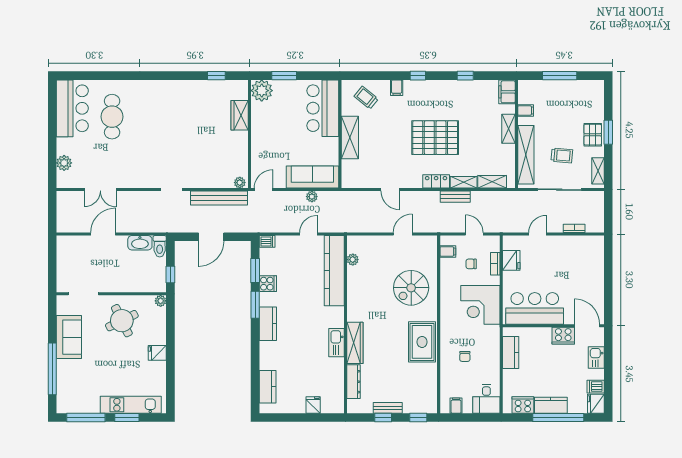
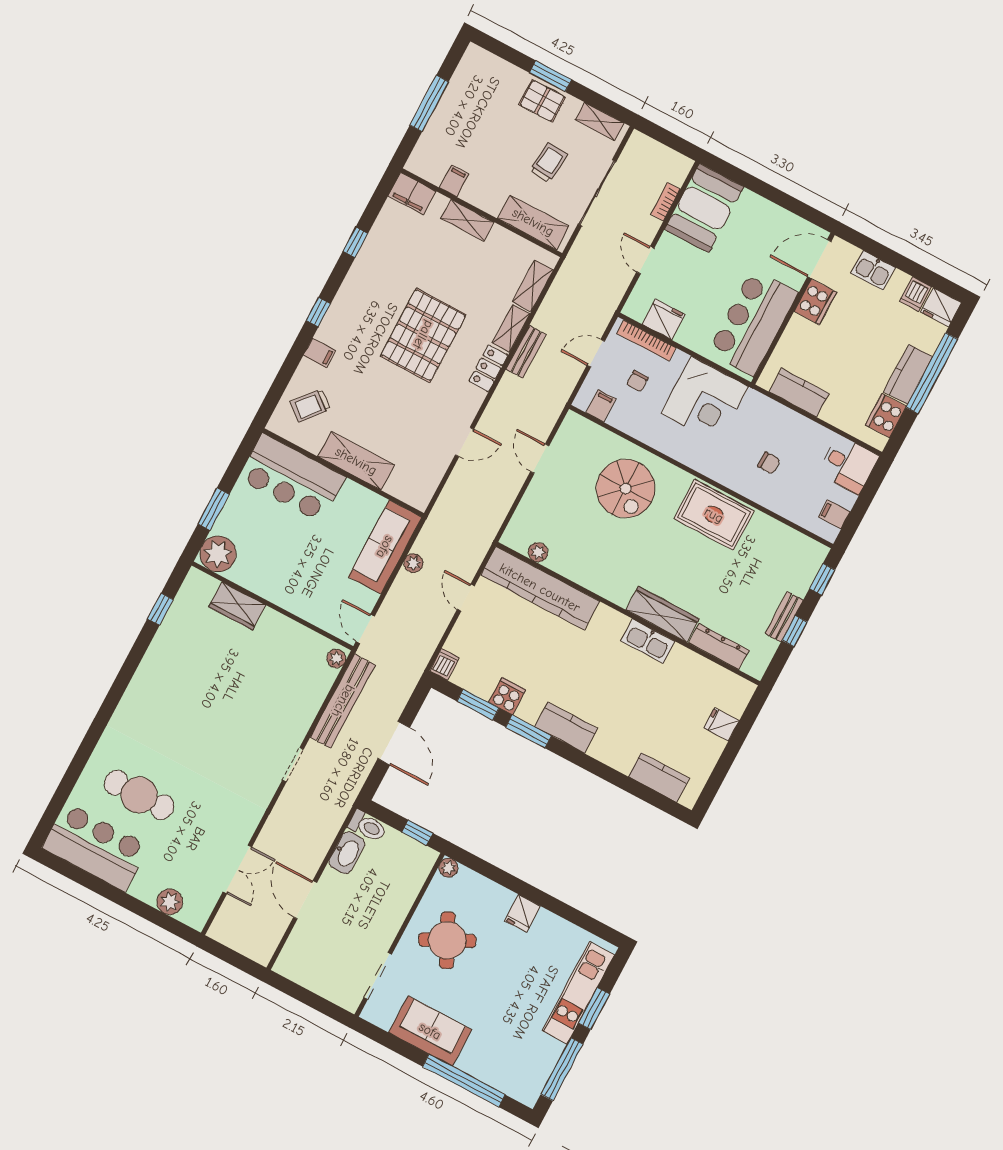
shelving: (526, 155) -> (533, 222), width x0.68
booth: (582, 250) -> (704, 208), added
bookcase: (495, 264) -> (646, 341), width x1.56

